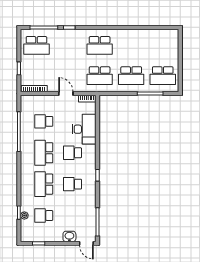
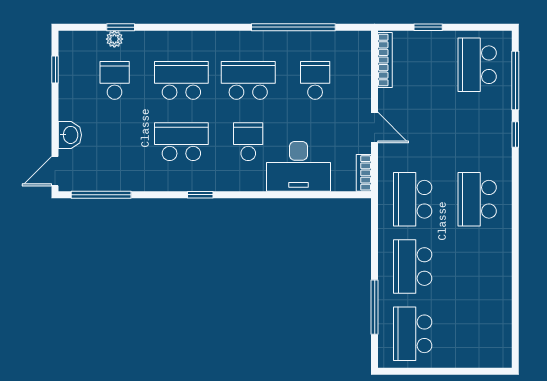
door: (66, 94) -> (375, 127), hinge flipped
school desk: (73, 184) -> (181, 142), width x1.85

